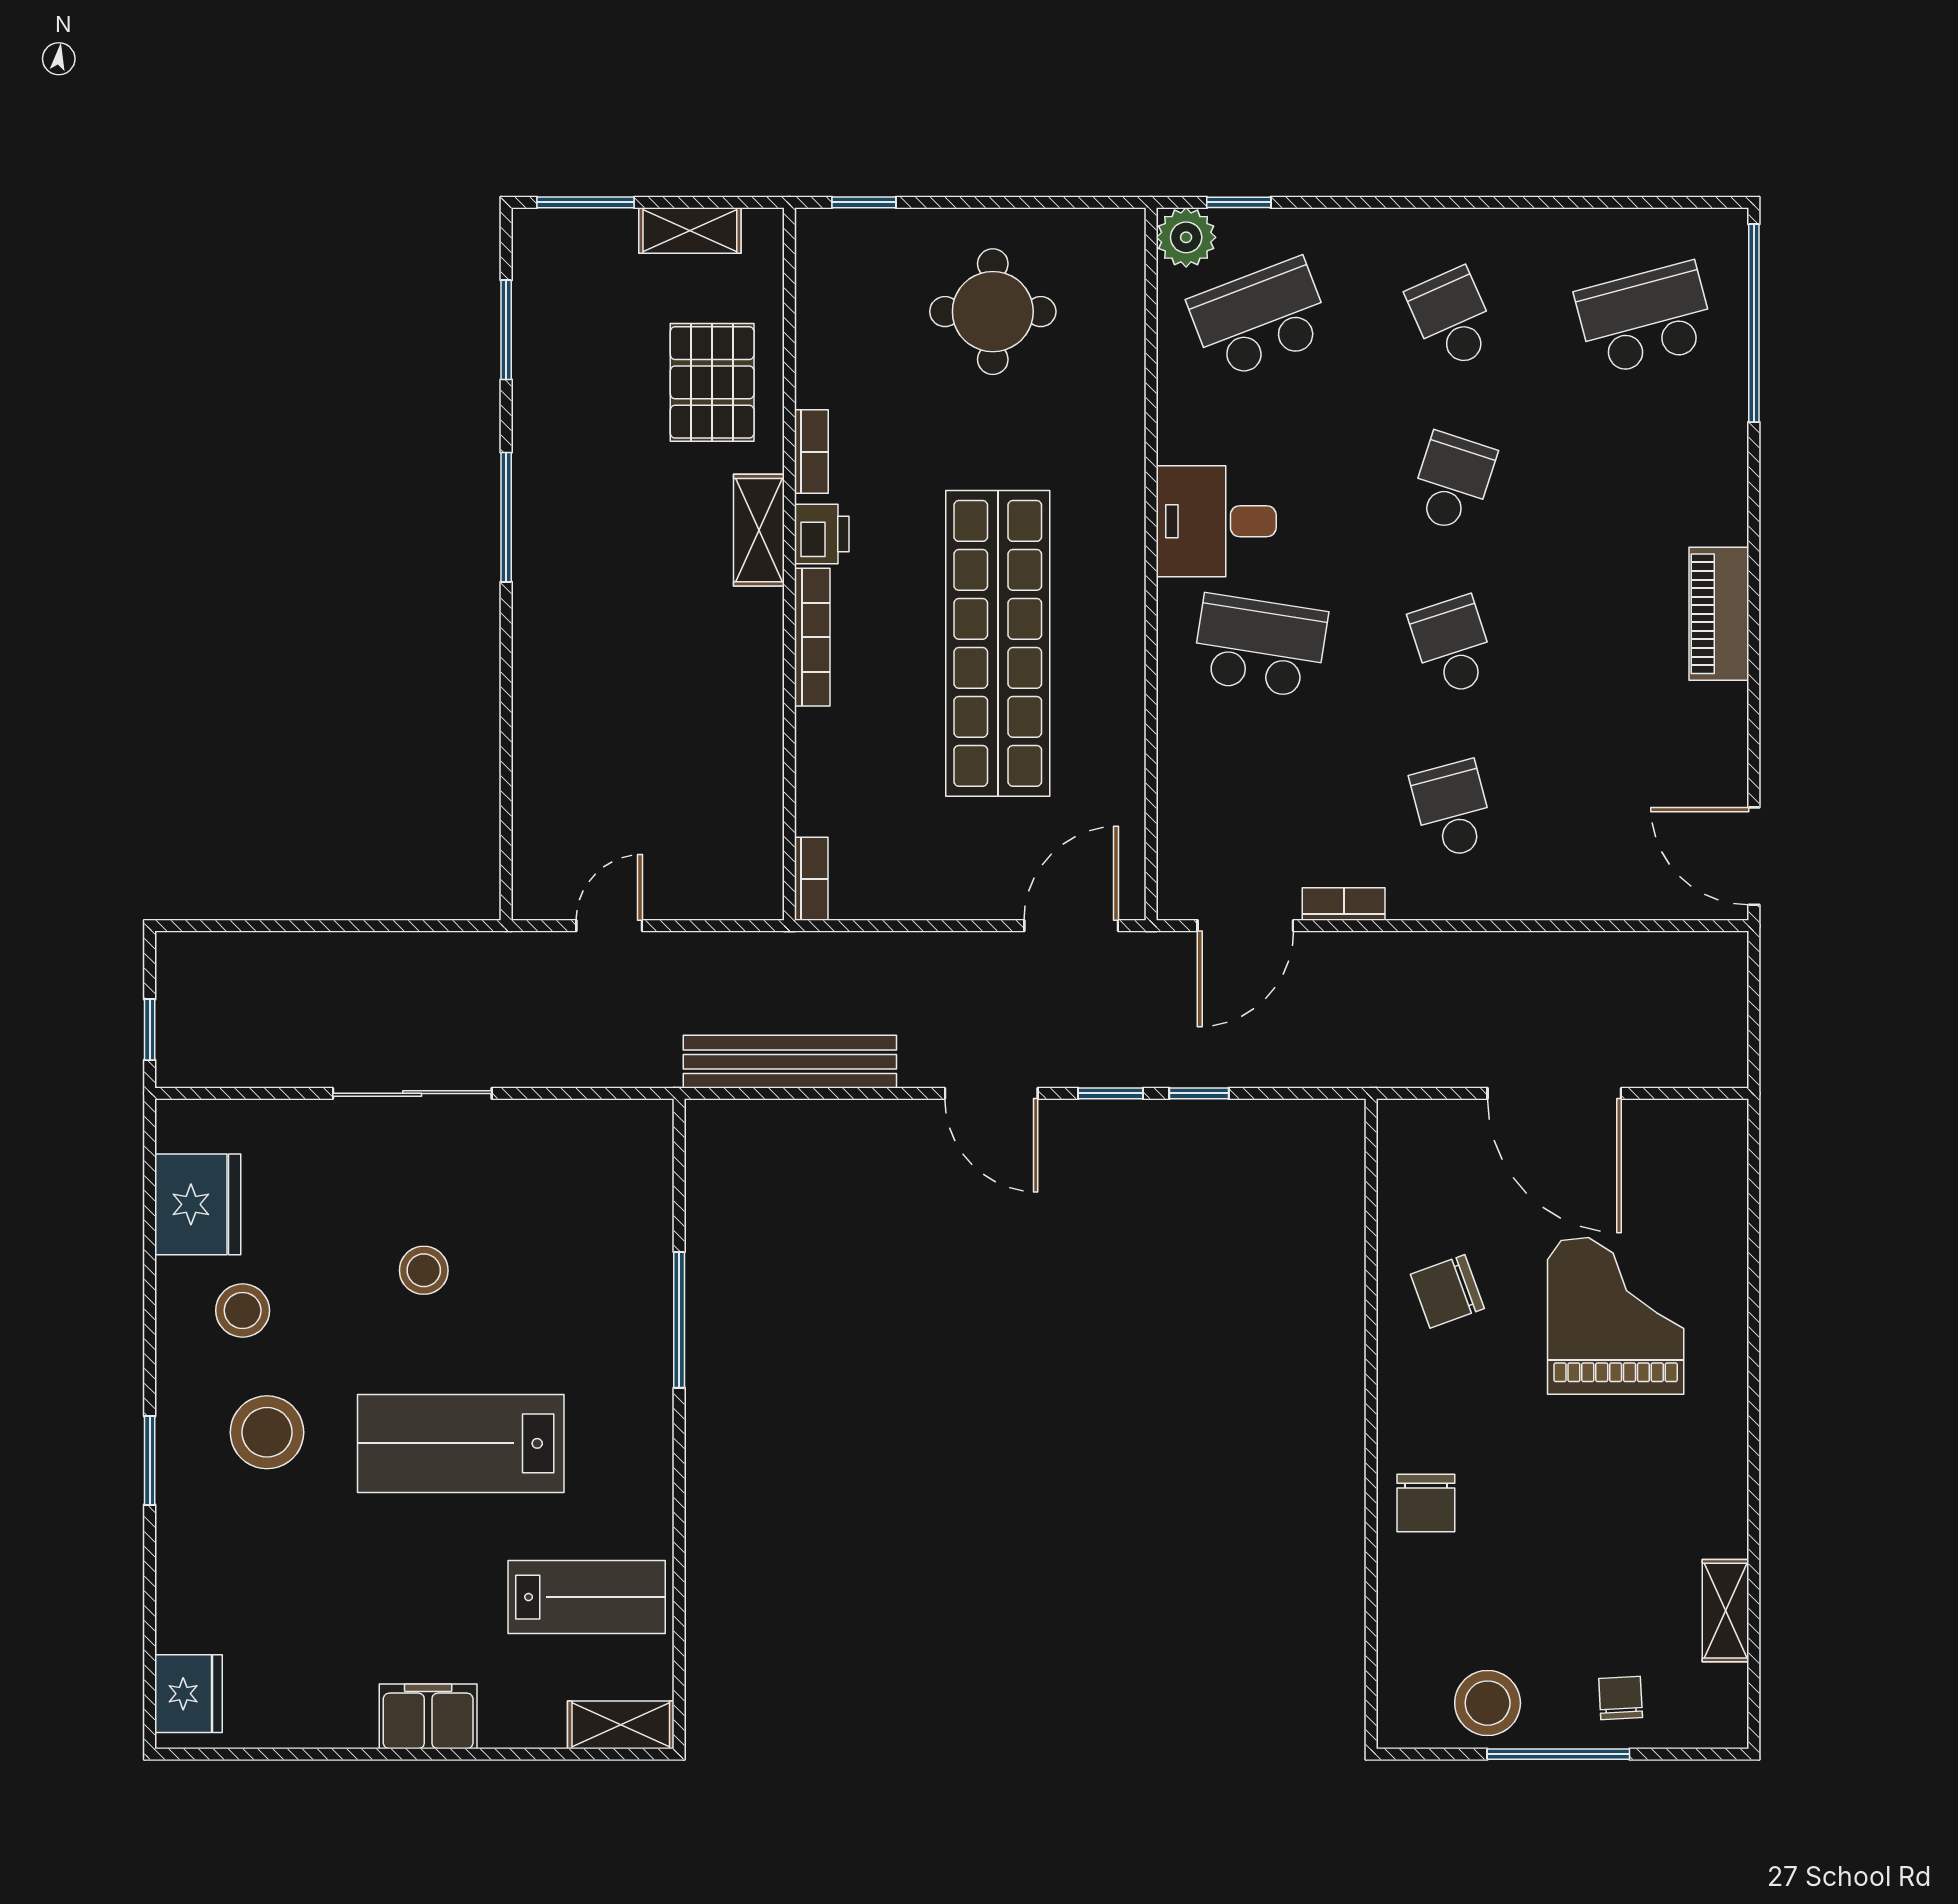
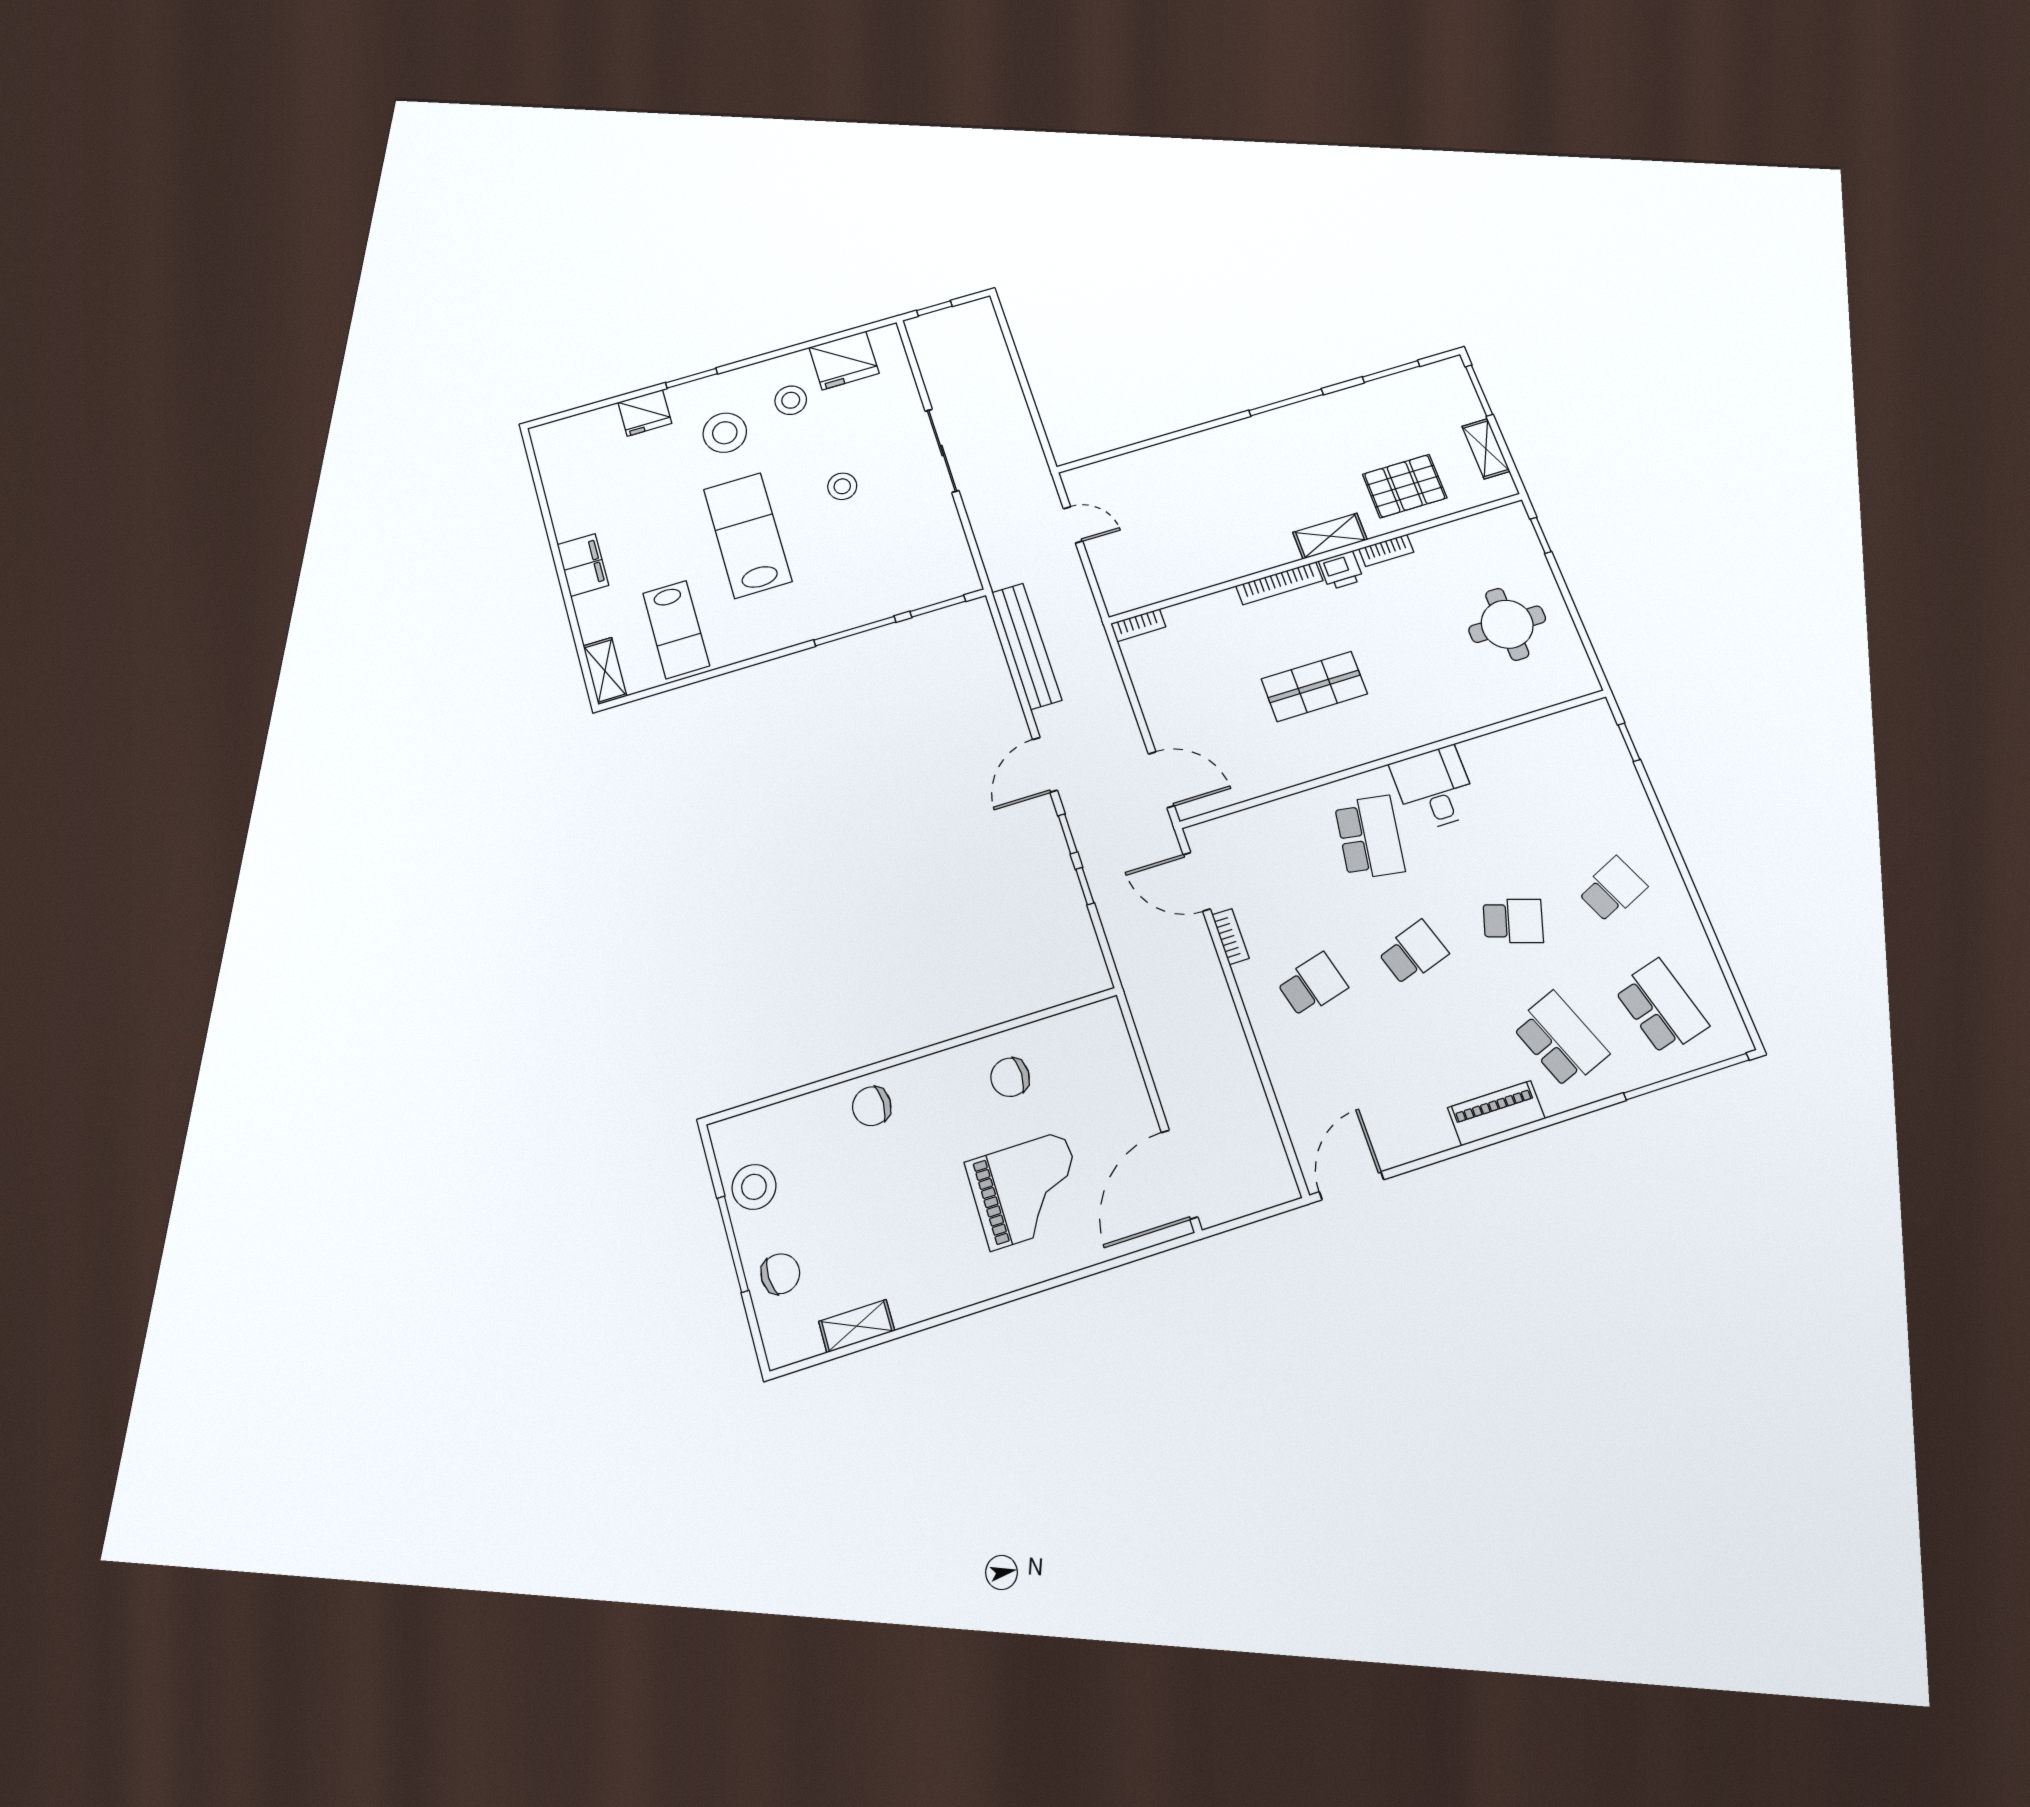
plant: (1186, 237) -> (1596, 719), removed
school desk: (1260, 318) -> (1560, 1040), moved
shop shelf: (998, 643) -> (1314, 686), width x0.50, depth x0.74
door: (1554, 1093) -> (1179, 1175), moved
window: (679, 1179) -> (938, 606), added
chair: (1447, 1291) -> (1010, 1077), turned -70
fridge: (189, 1694) -> (645, 413), moved
chair: (1621, 1698) -> (780, 1274), width x1.37, depth x1.37

